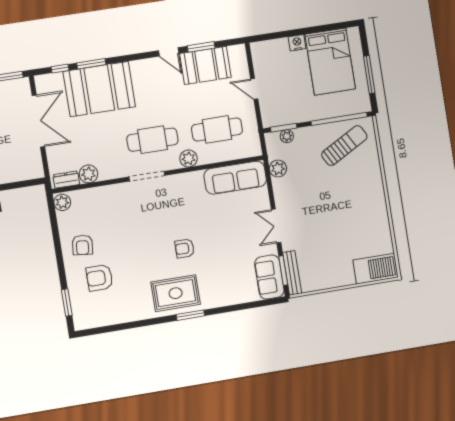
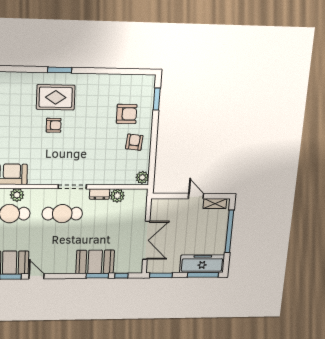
booth: (99, 89) -> (95, 262), width x0.73, depth x0.70
double door: (38, 121) -> (146, 240), swing flipped
plant: (189, 158) -> (17, 195), moved
dresser: (66, 180) -> (100, 194), moved
rug: (176, 293) -> (56, 97), moved

